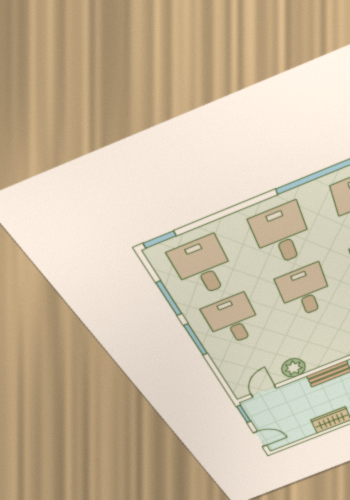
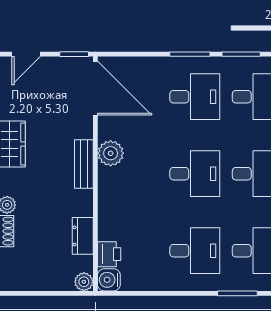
plant: (293, 368) -> (111, 153), moved
door: (264, 391) -> (95, 88), width x1.87

